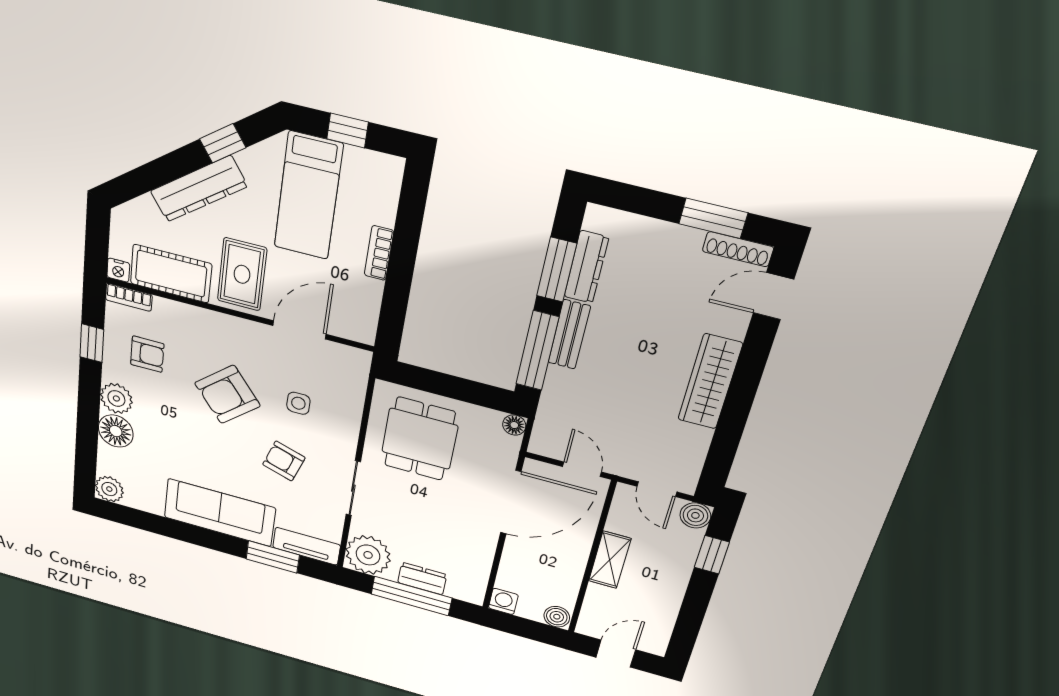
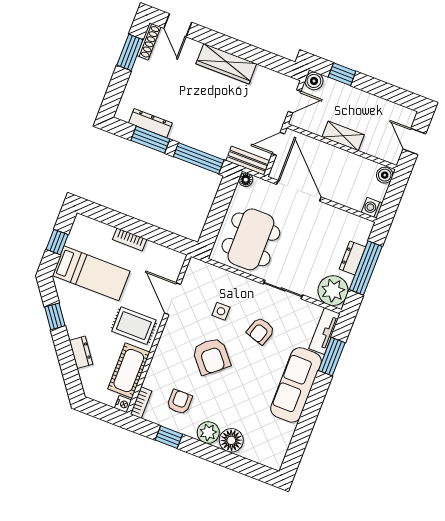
dresser: (199, 189) -> (81, 352), width x0.51, depth x0.80
bench: (569, 334) -> (248, 161), moved
dining table: (420, 439) -> (251, 239), width x1.38
plant: (109, 489) -> (274, 459), removed

